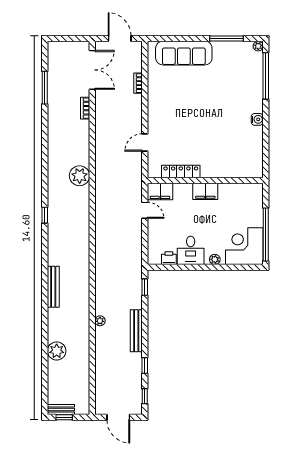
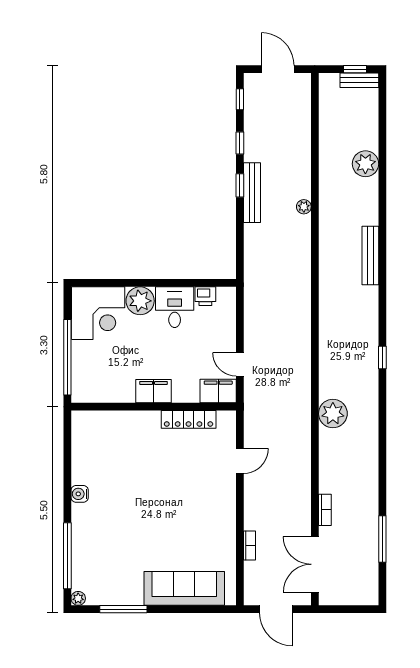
window: (266, 235) -> (67, 357), moved
plant: (215, 259) -> (140, 301), width x1.87, depth x1.87
window: (145, 287) -> (240, 185), moved

